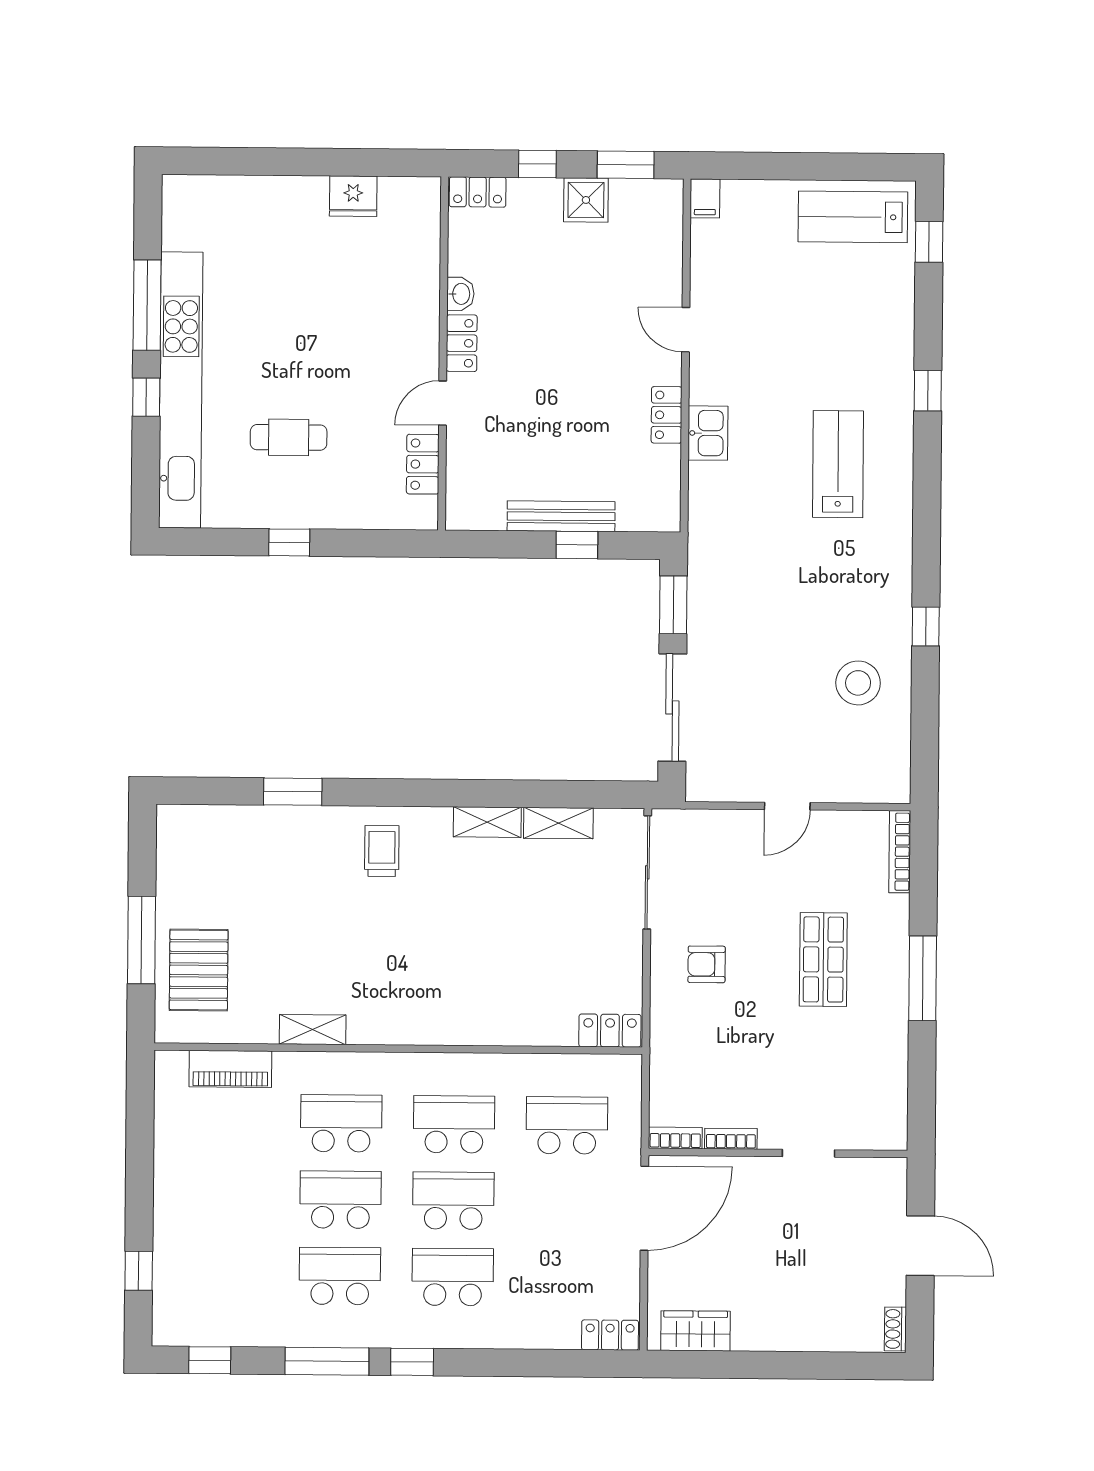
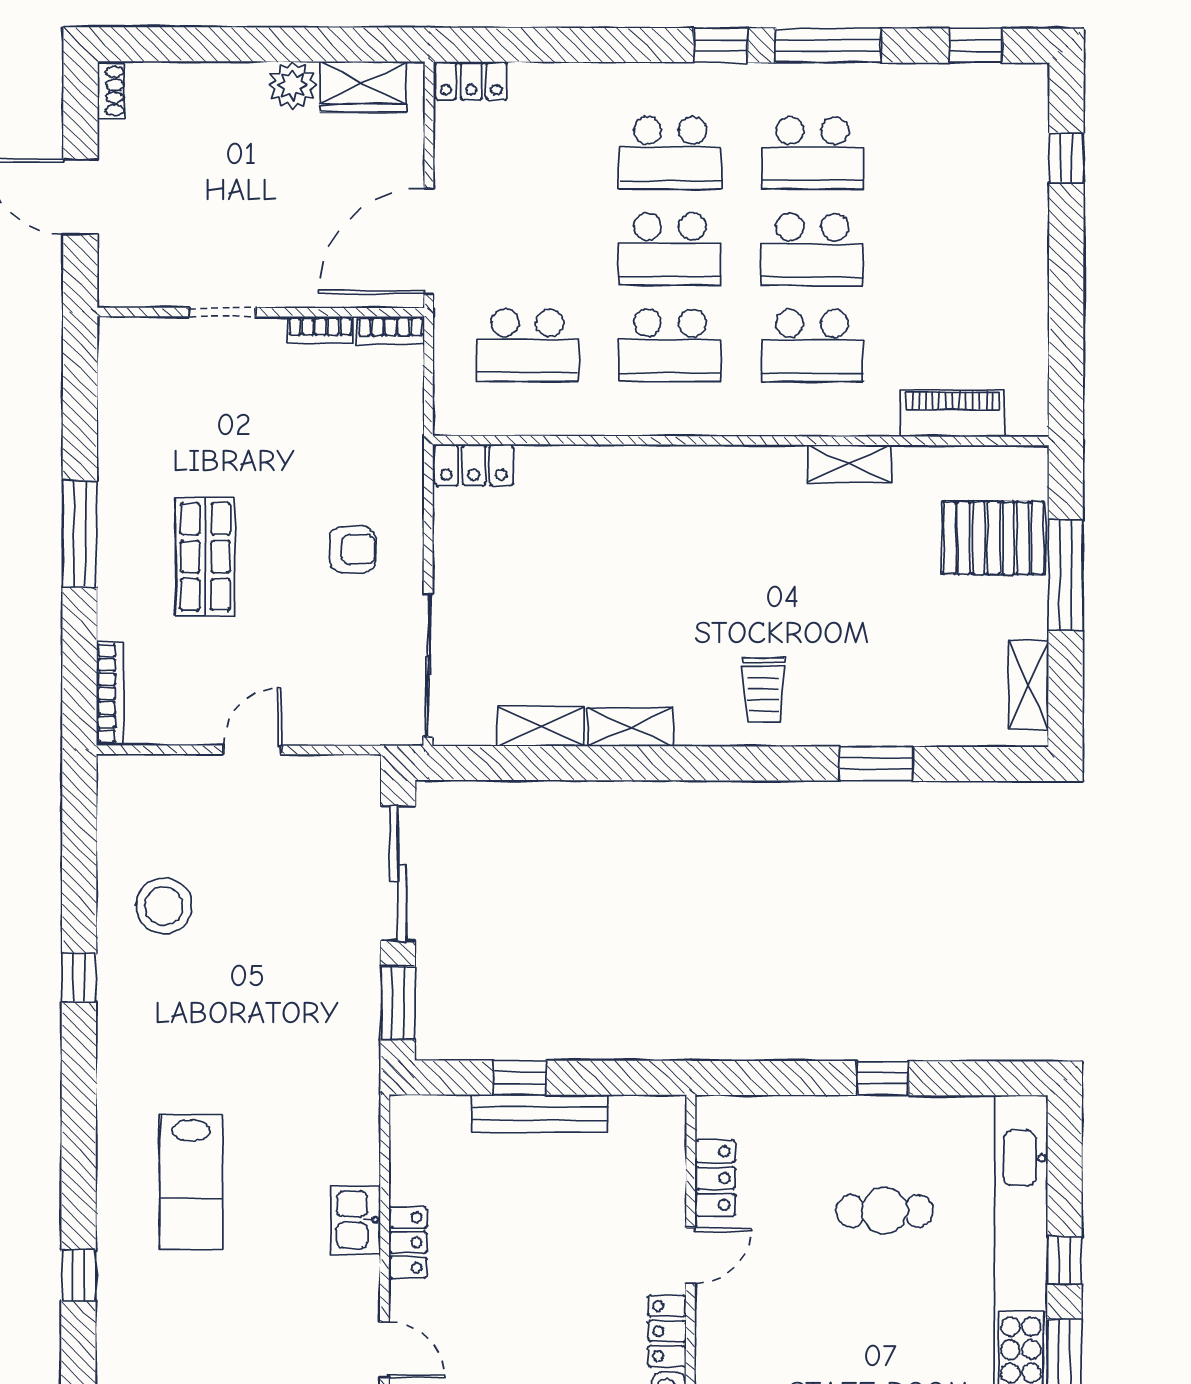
shelving: (172, 853) -> (1029, 685), added
pallet: (199, 970) -> (993, 538), turned 90
plant: (752, 1333) -> (293, 85), added

